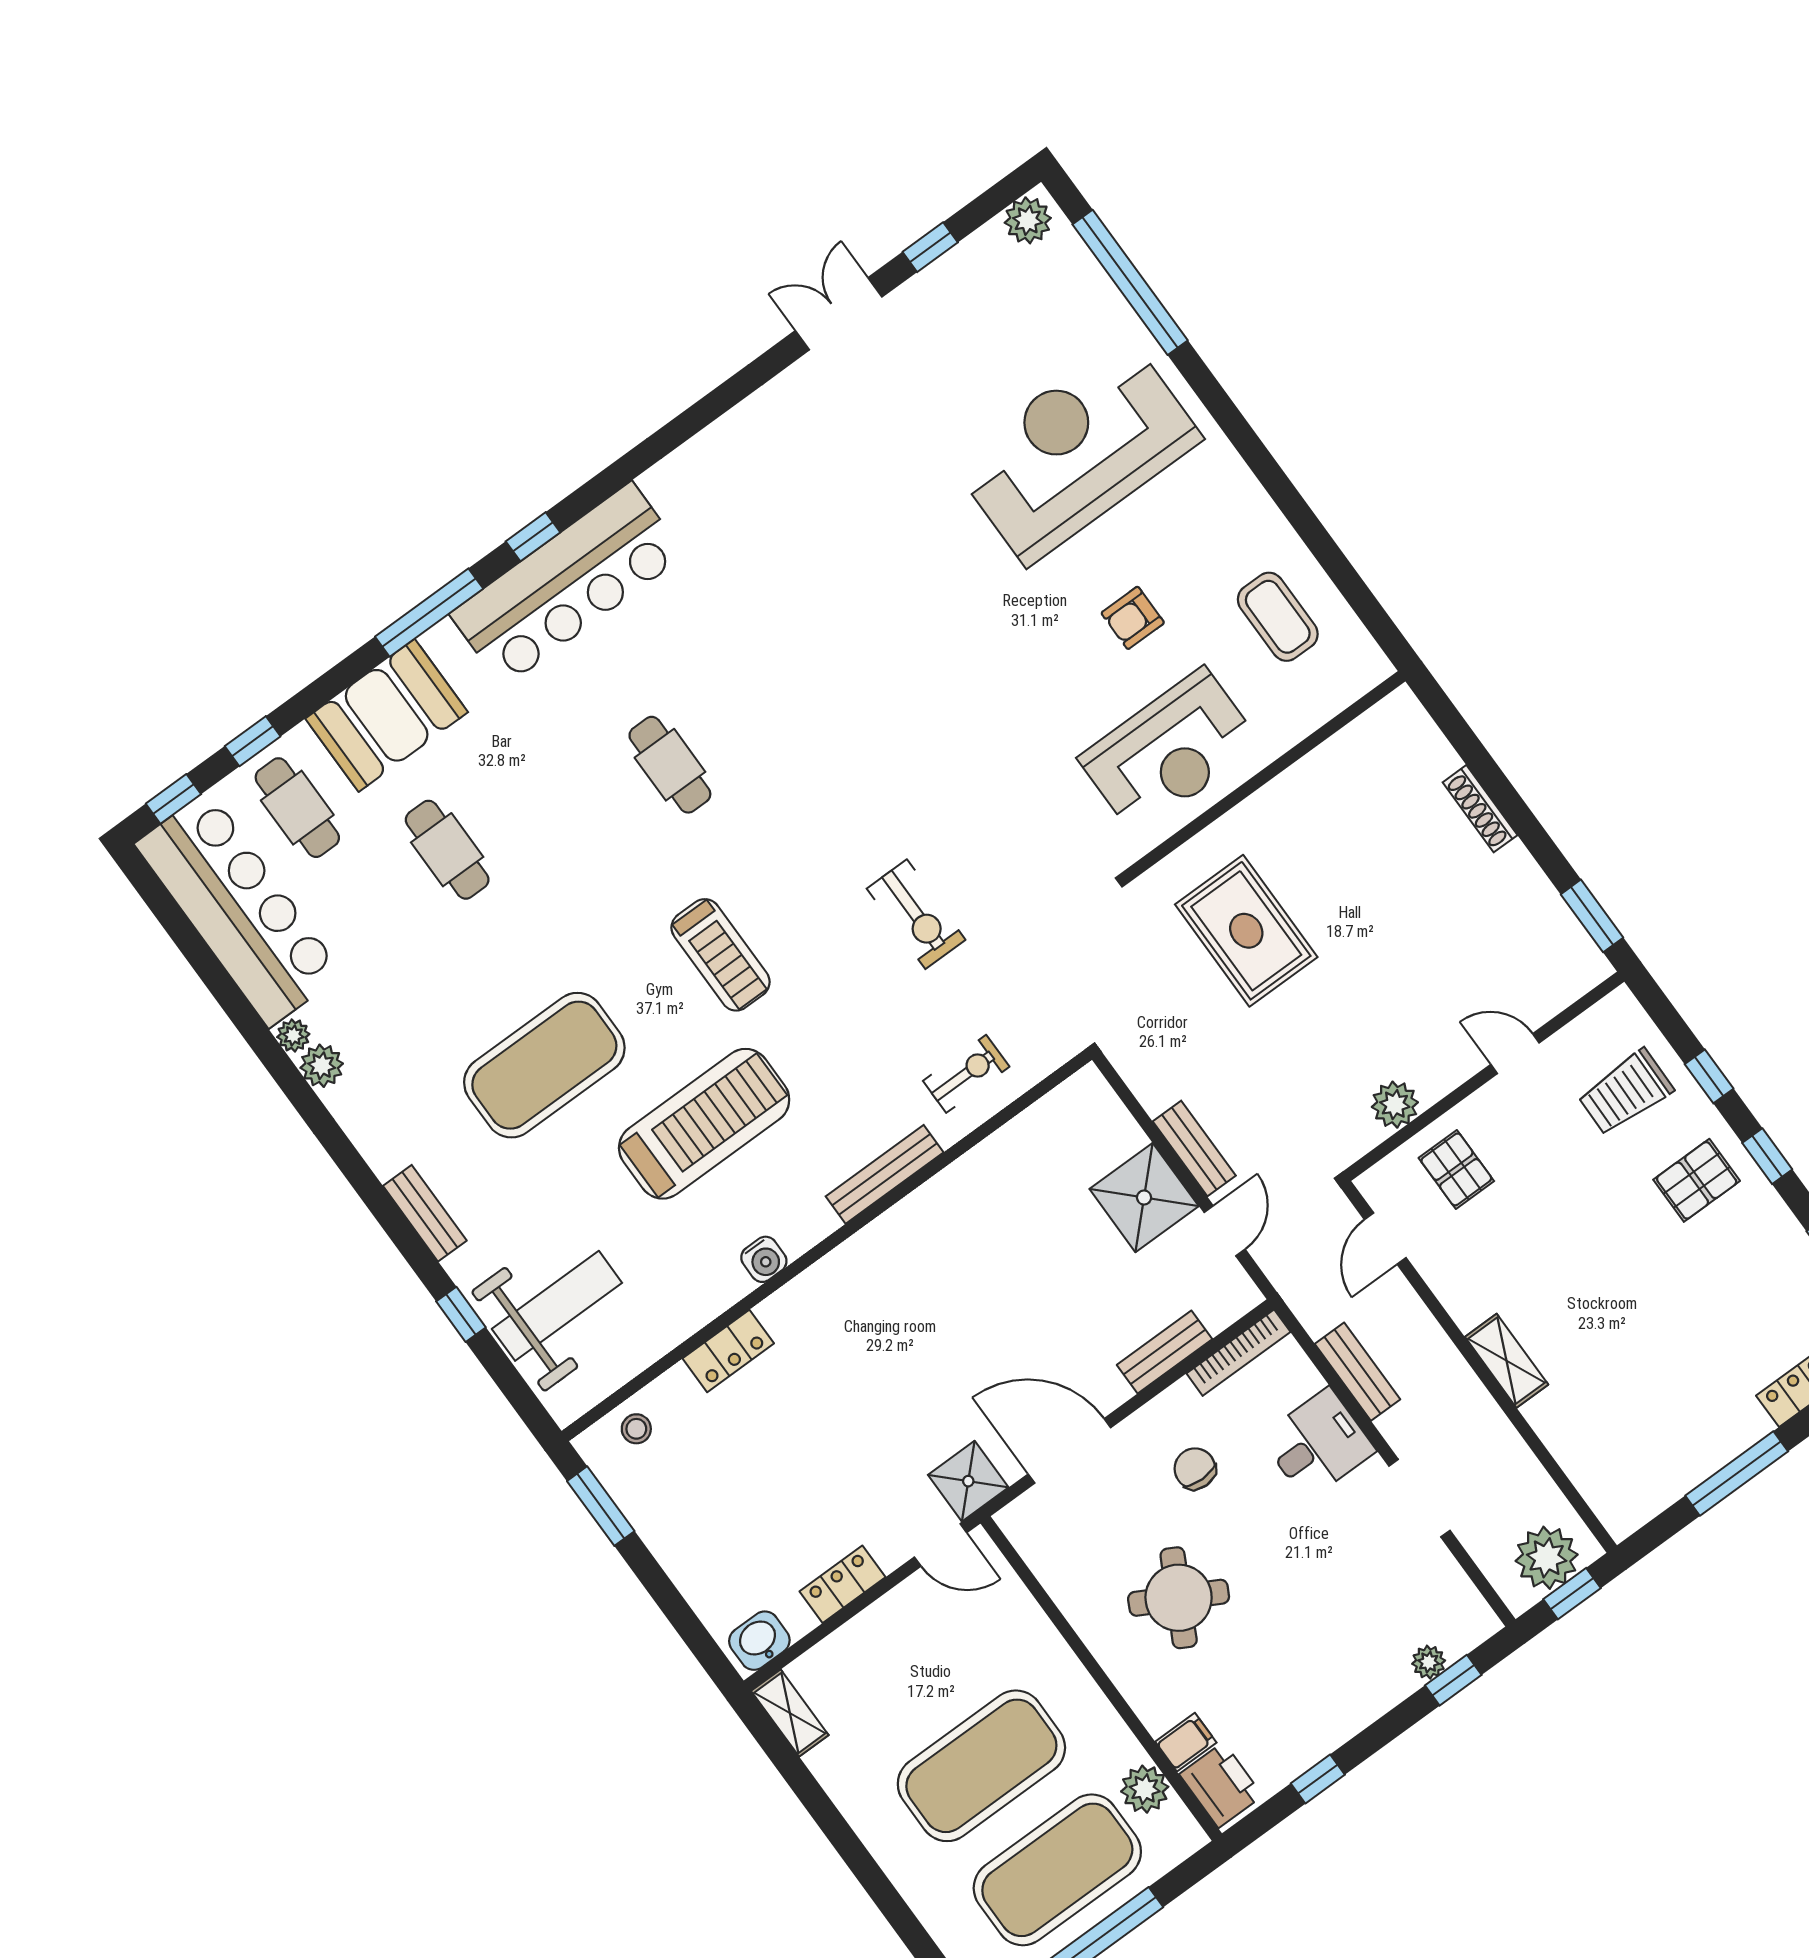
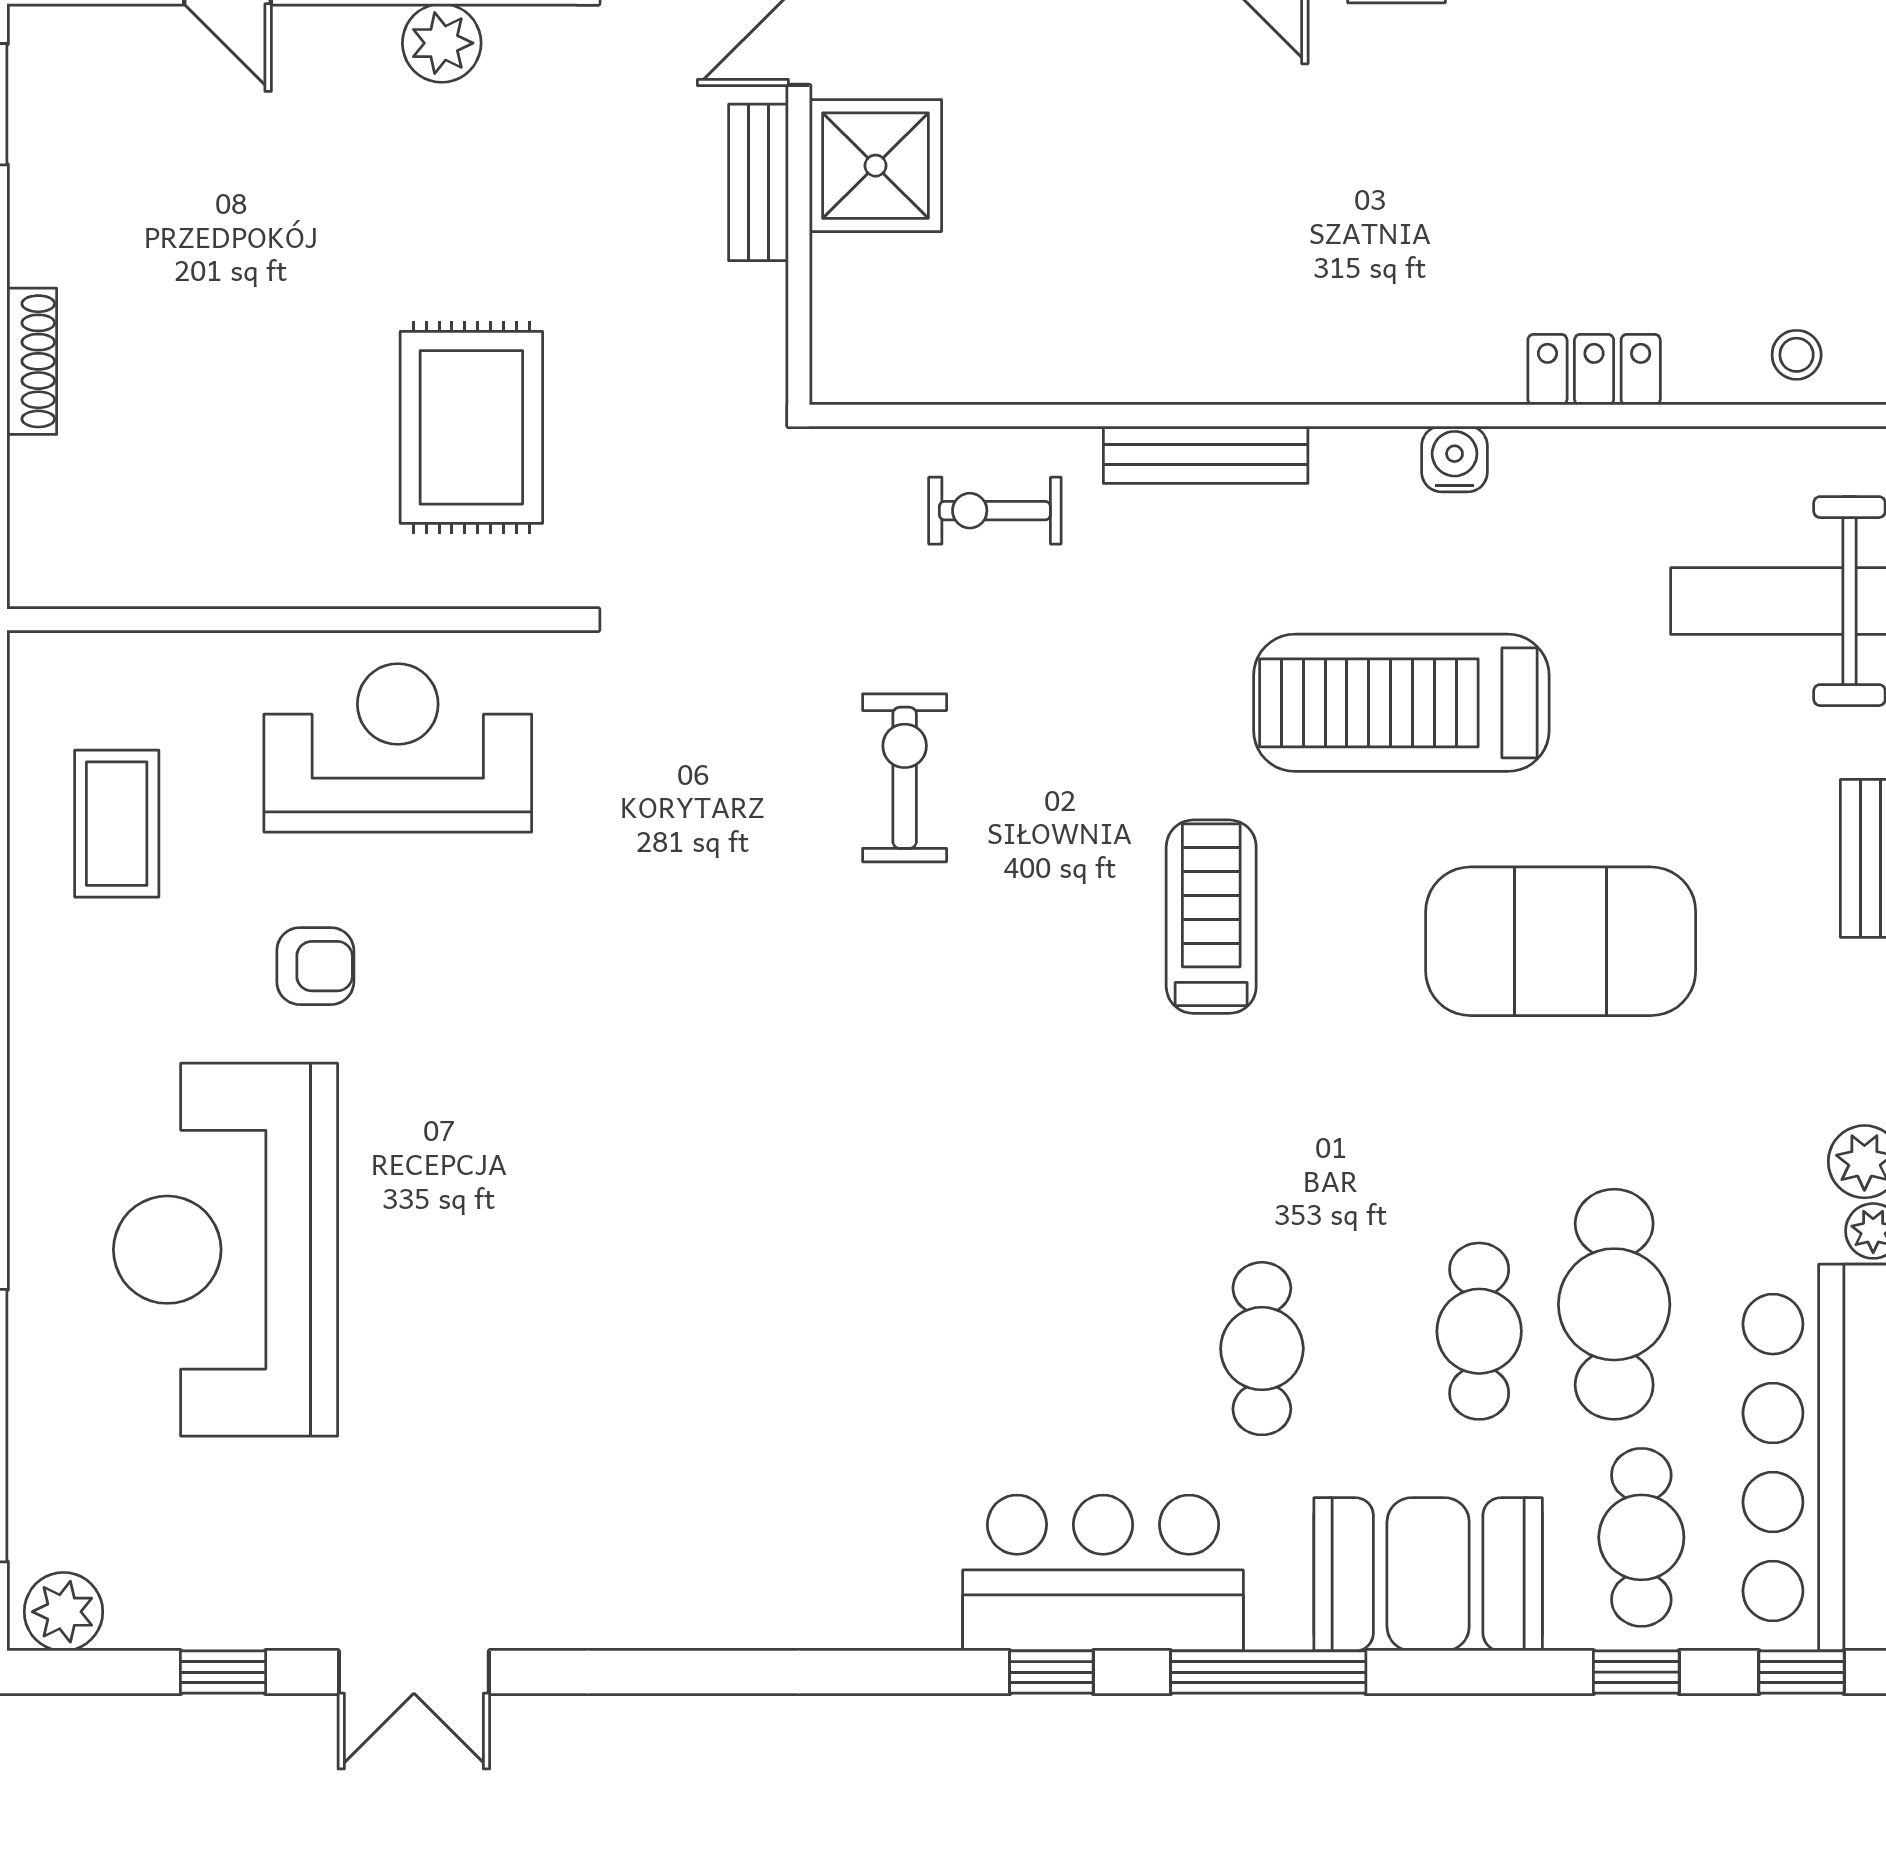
reception desk: (1077, 451) -> (225, 1250), turned 90
bar counter: (567, 584) -> (1103, 1573), width x0.73
cafe table: (670, 765) -> (1262, 1349), moved
cafe table: (392, 910) -> (1614, 1304), added

